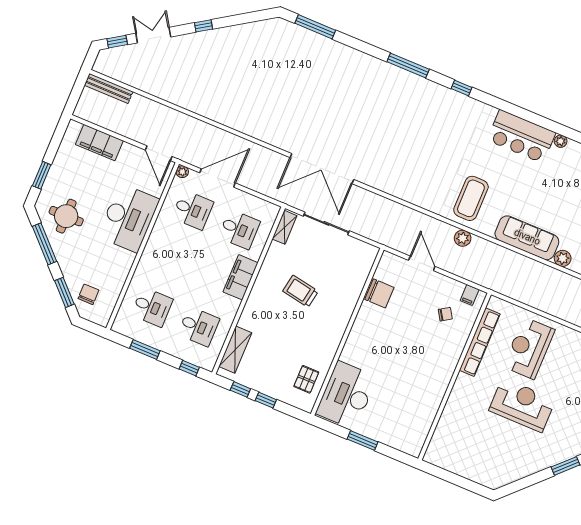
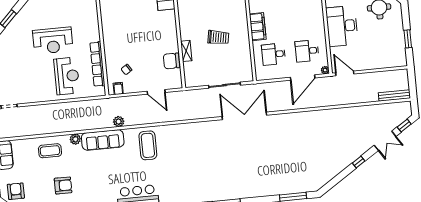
filing cabinet: (99, 142) -> (383, 61), removed
window: (42, 175) -> (408, 39), moved
shelving: (285, 227) -> (186, 51), moved
plant: (463, 238) -> (119, 122), moved

